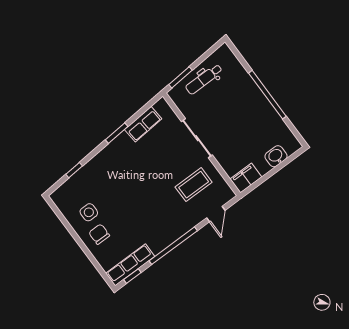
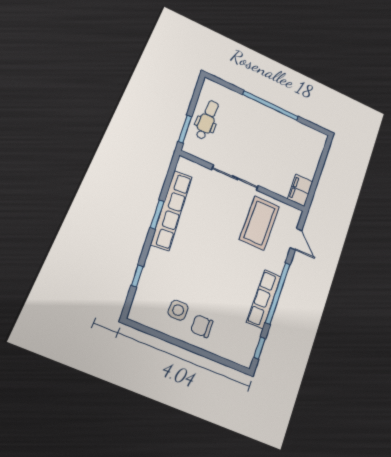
dental chair: (204, 79) -> (207, 120), turned 180
row of seats: (143, 124) -> (171, 210), width x2.02
washbasin: (276, 156) -> (312, 156), removed
coffee table: (194, 185) -> (259, 223), width x1.36, depth x1.32
row of seats: (130, 265) -> (264, 299), moved

